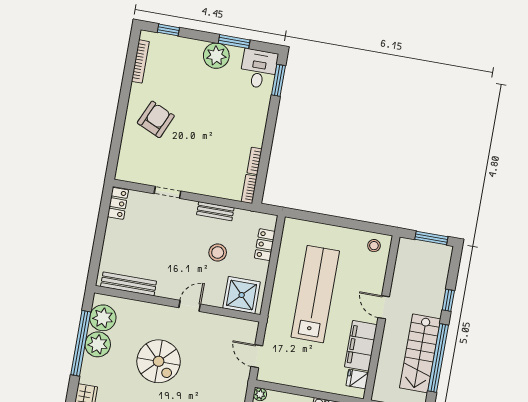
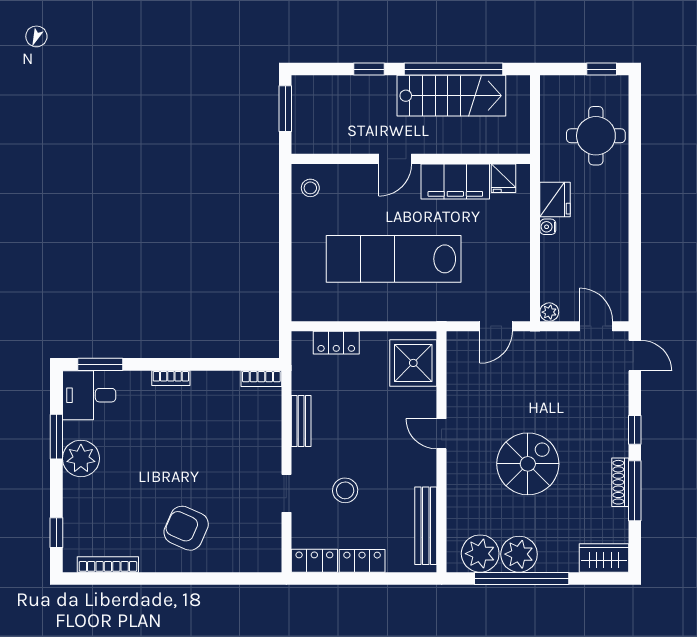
bookcase: (255, 161) -> (171, 378), moved
locker: (112, 236) -> (362, 561), added
stool: (218, 253) -> (345, 490), moved

